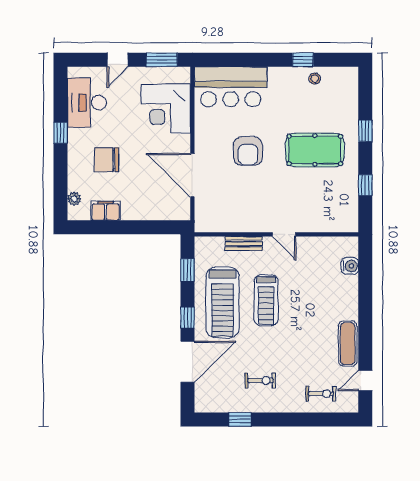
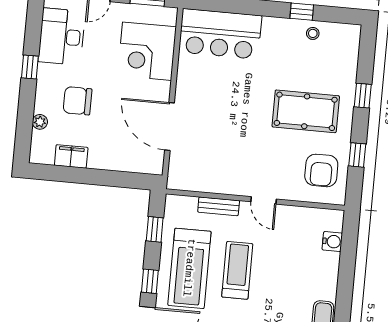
armchair: (248, 151) -> (321, 170), moved
plant: (74, 199) -> (40, 122), moved
treadmill: (266, 300) -> (237, 270), turned 180

